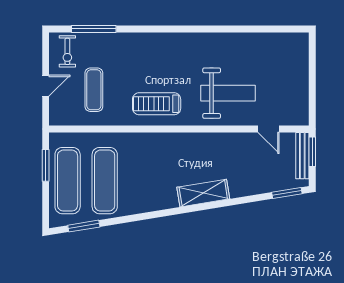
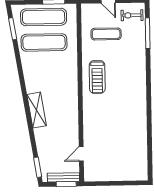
weight bench: (228, 93) -> (105, 126), removed
treadmill: (157, 104) -> (97, 77), turned 180

